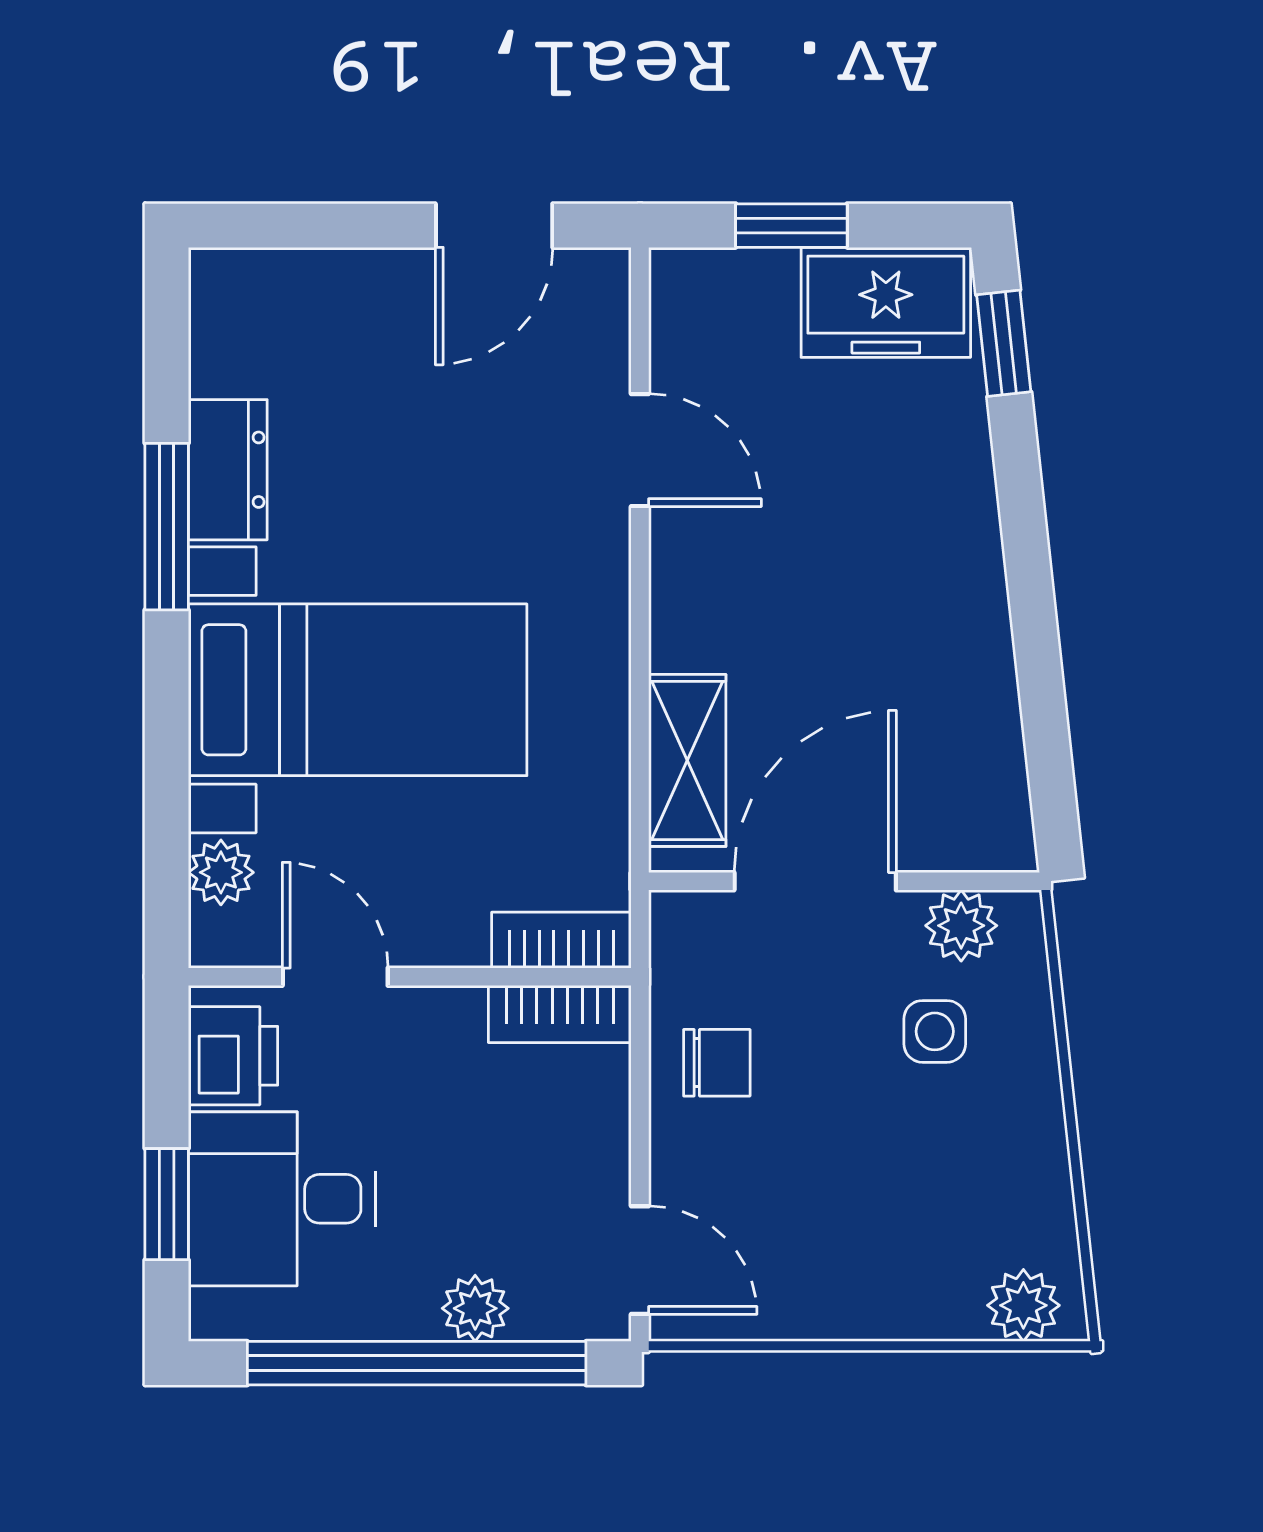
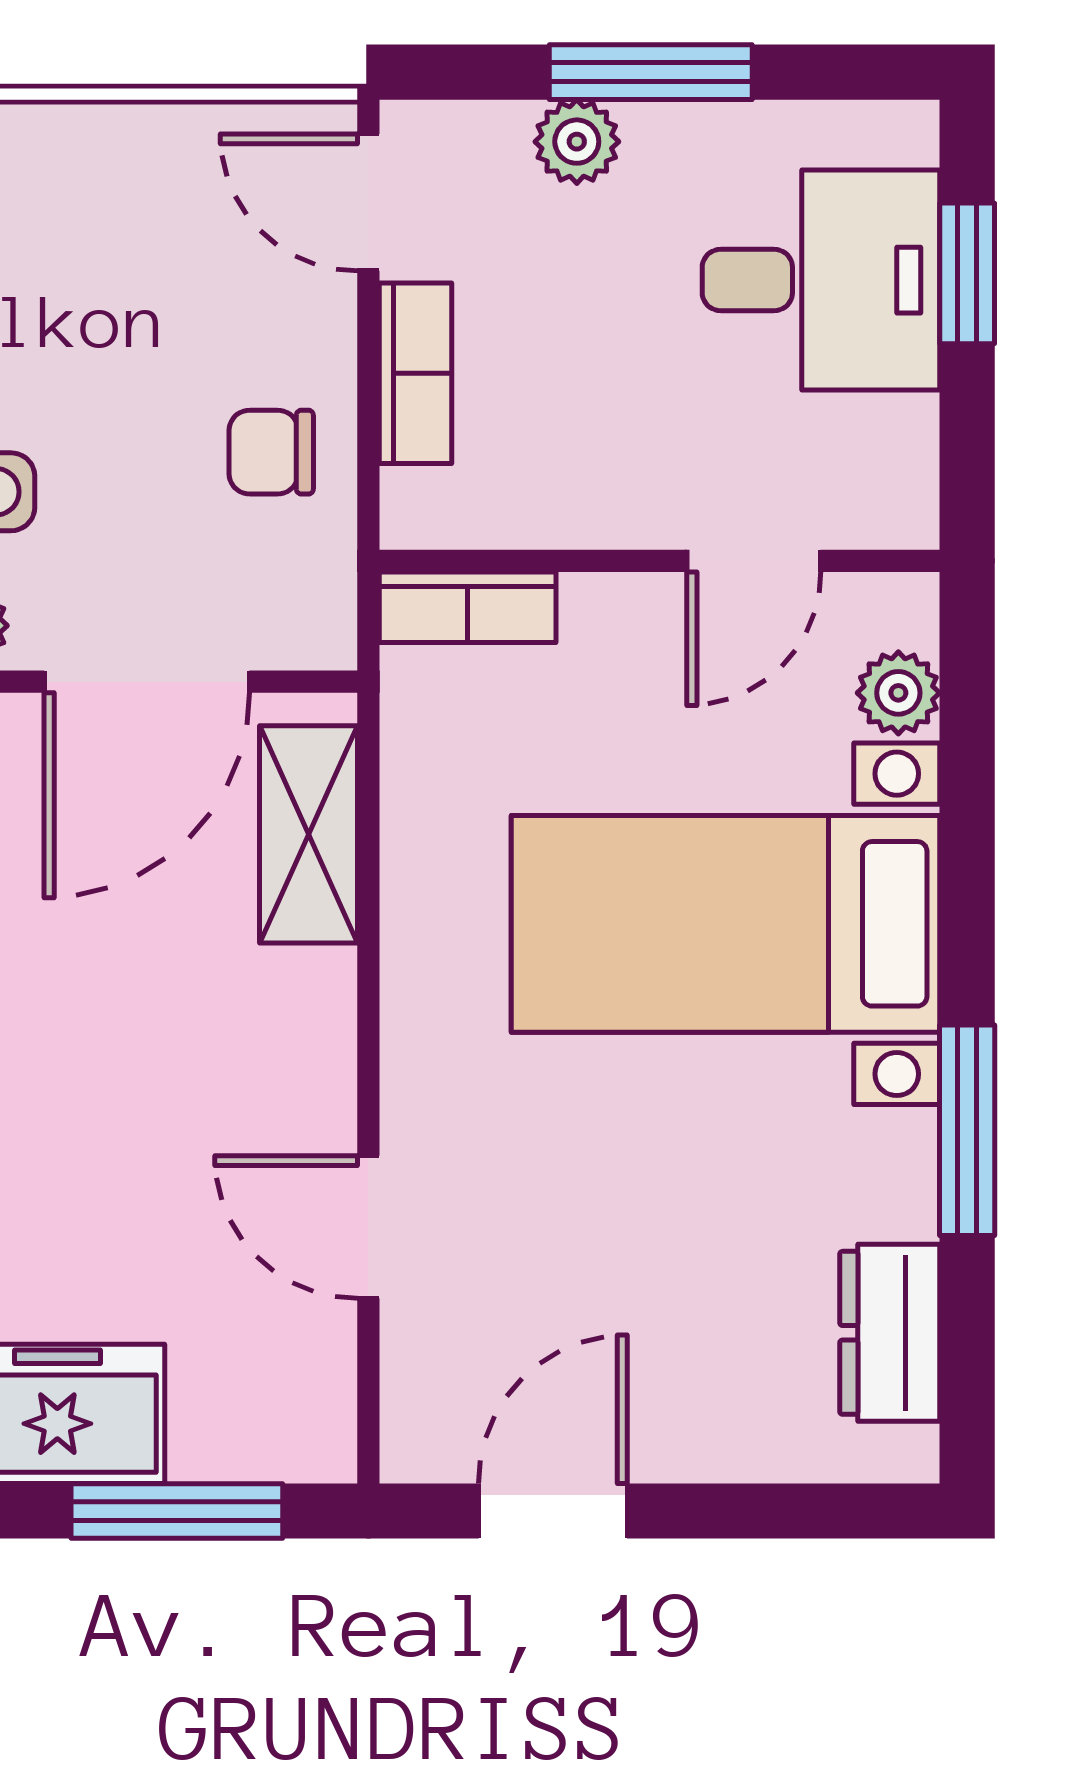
window: (791, 226) -> (177, 1511), width x1.50
dresser: (228, 470) -> (890, 1333), moved
door: (335, 977) -> (754, 561), hinge flipped
bookcase: (560, 1014) -> (416, 373), moved, turned 90
printer: (233, 1056) -> (883, 461), removed
window: (417, 1363) -> (651, 72), width x0.47

